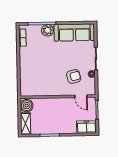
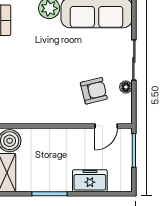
door: (81, 96) -> (106, 126), hinge flipped
freezer: (87, 127) -> (90, 181), moved

